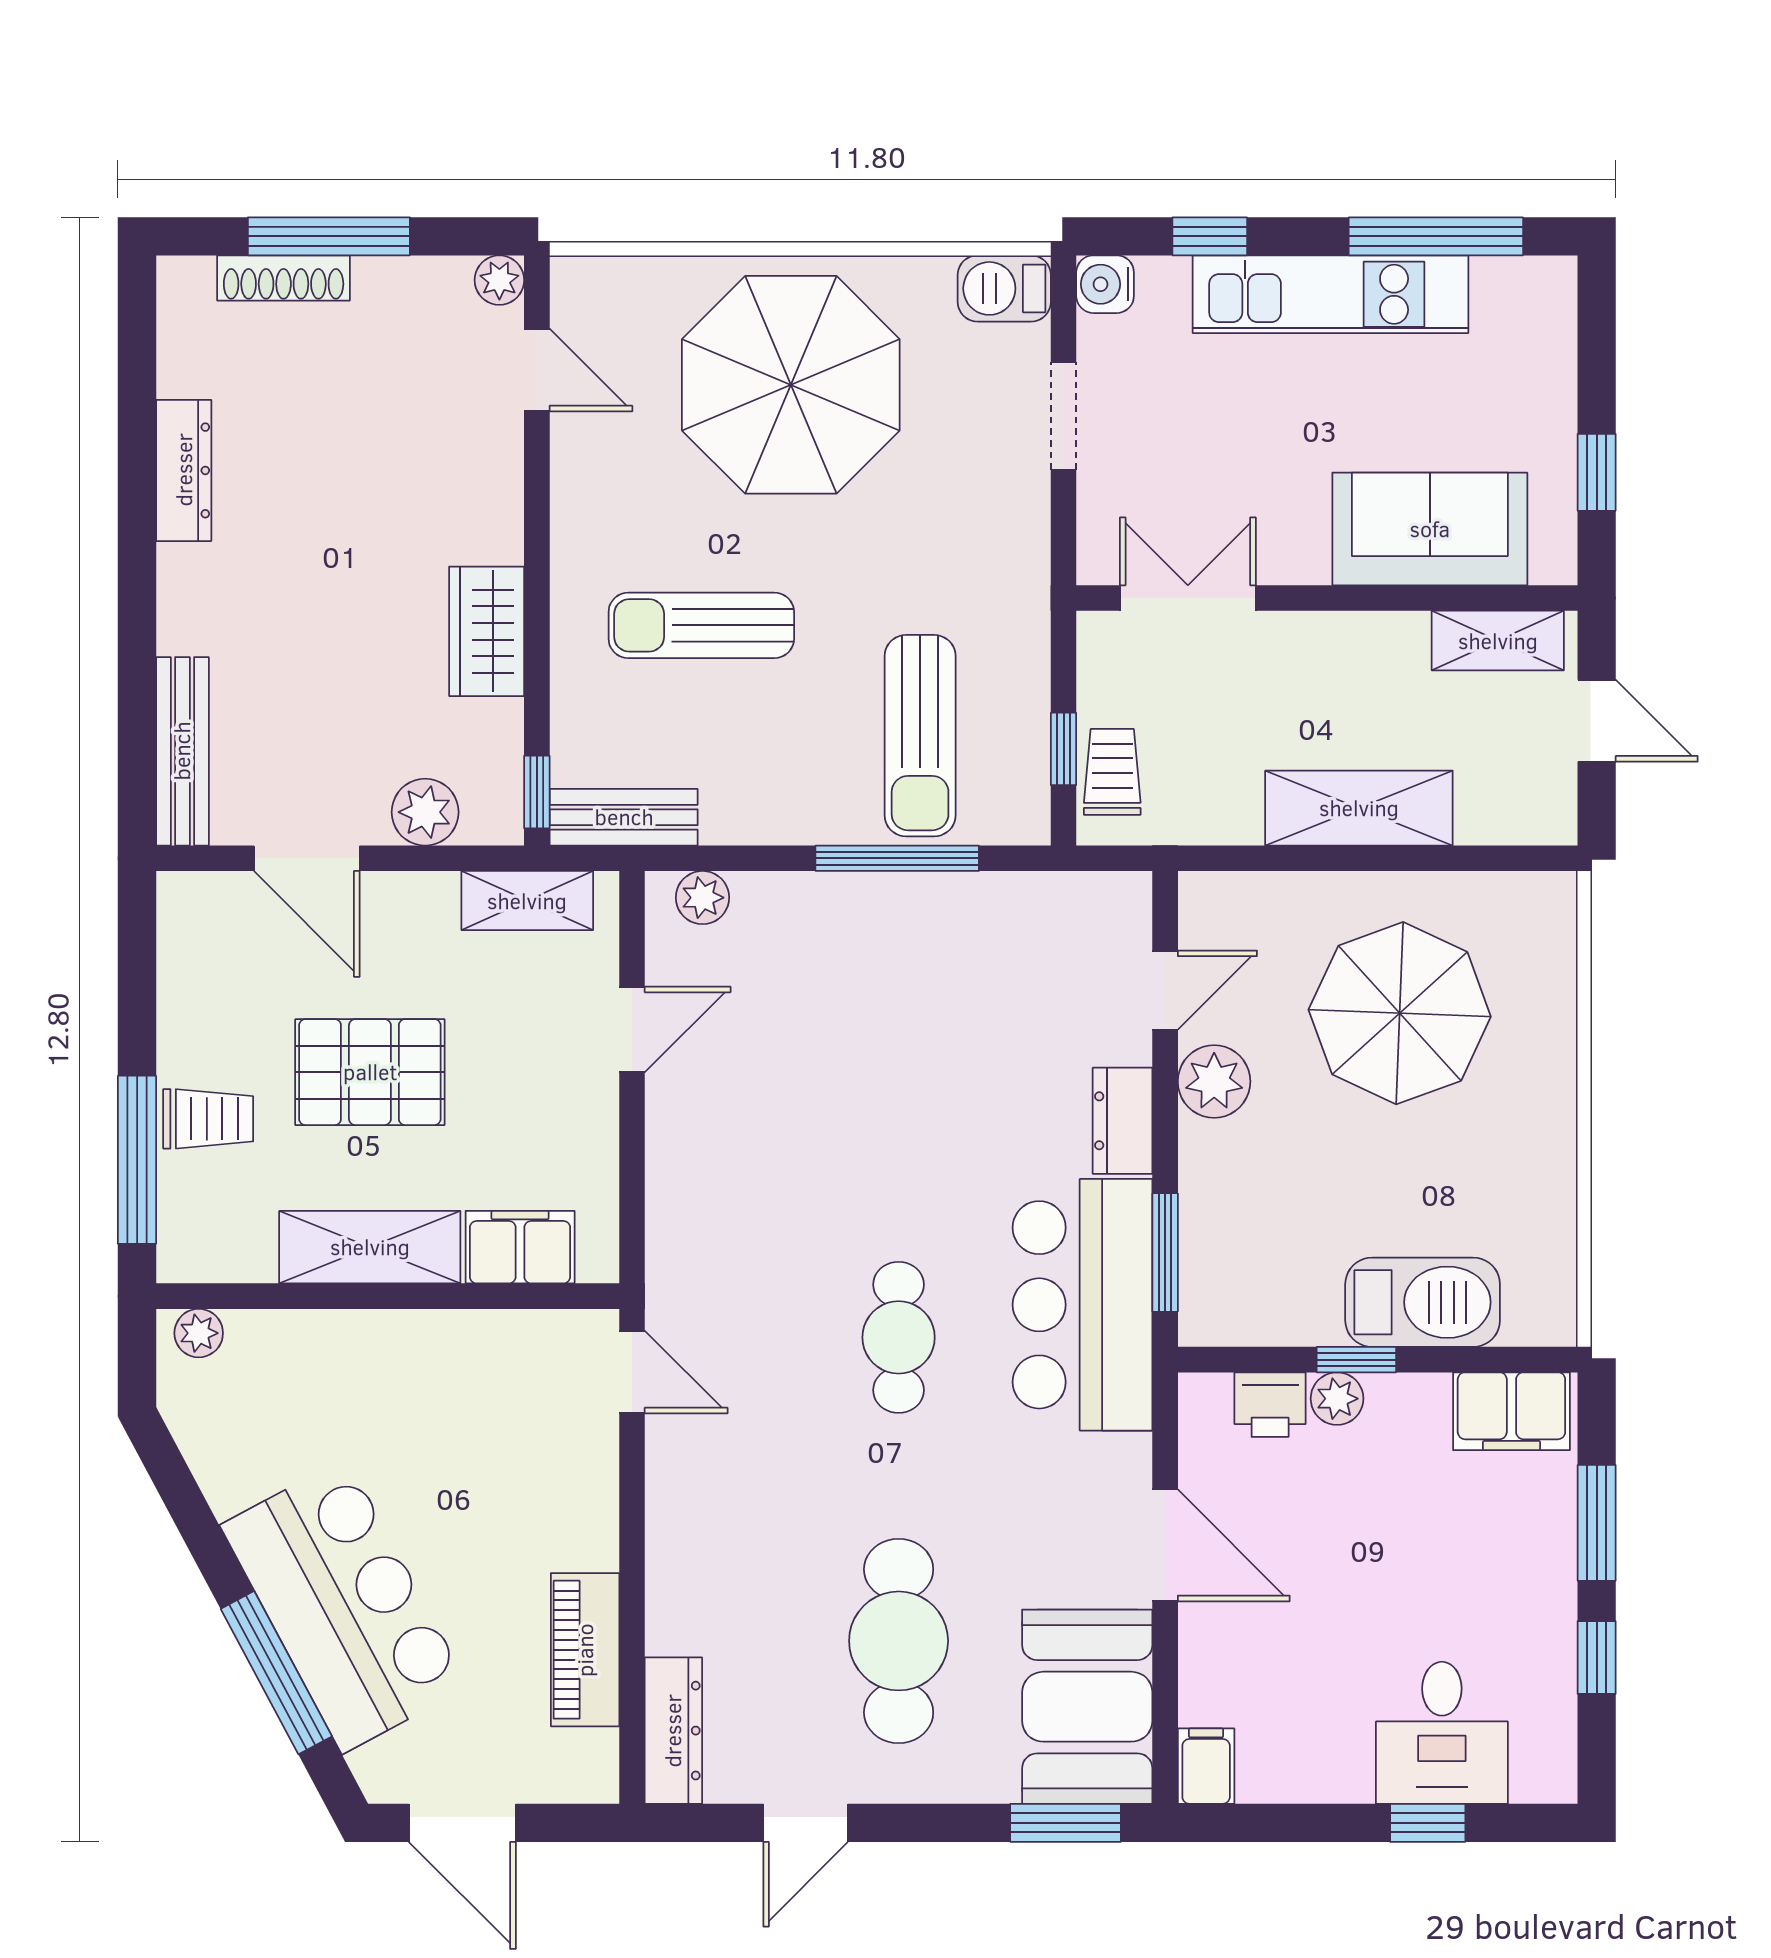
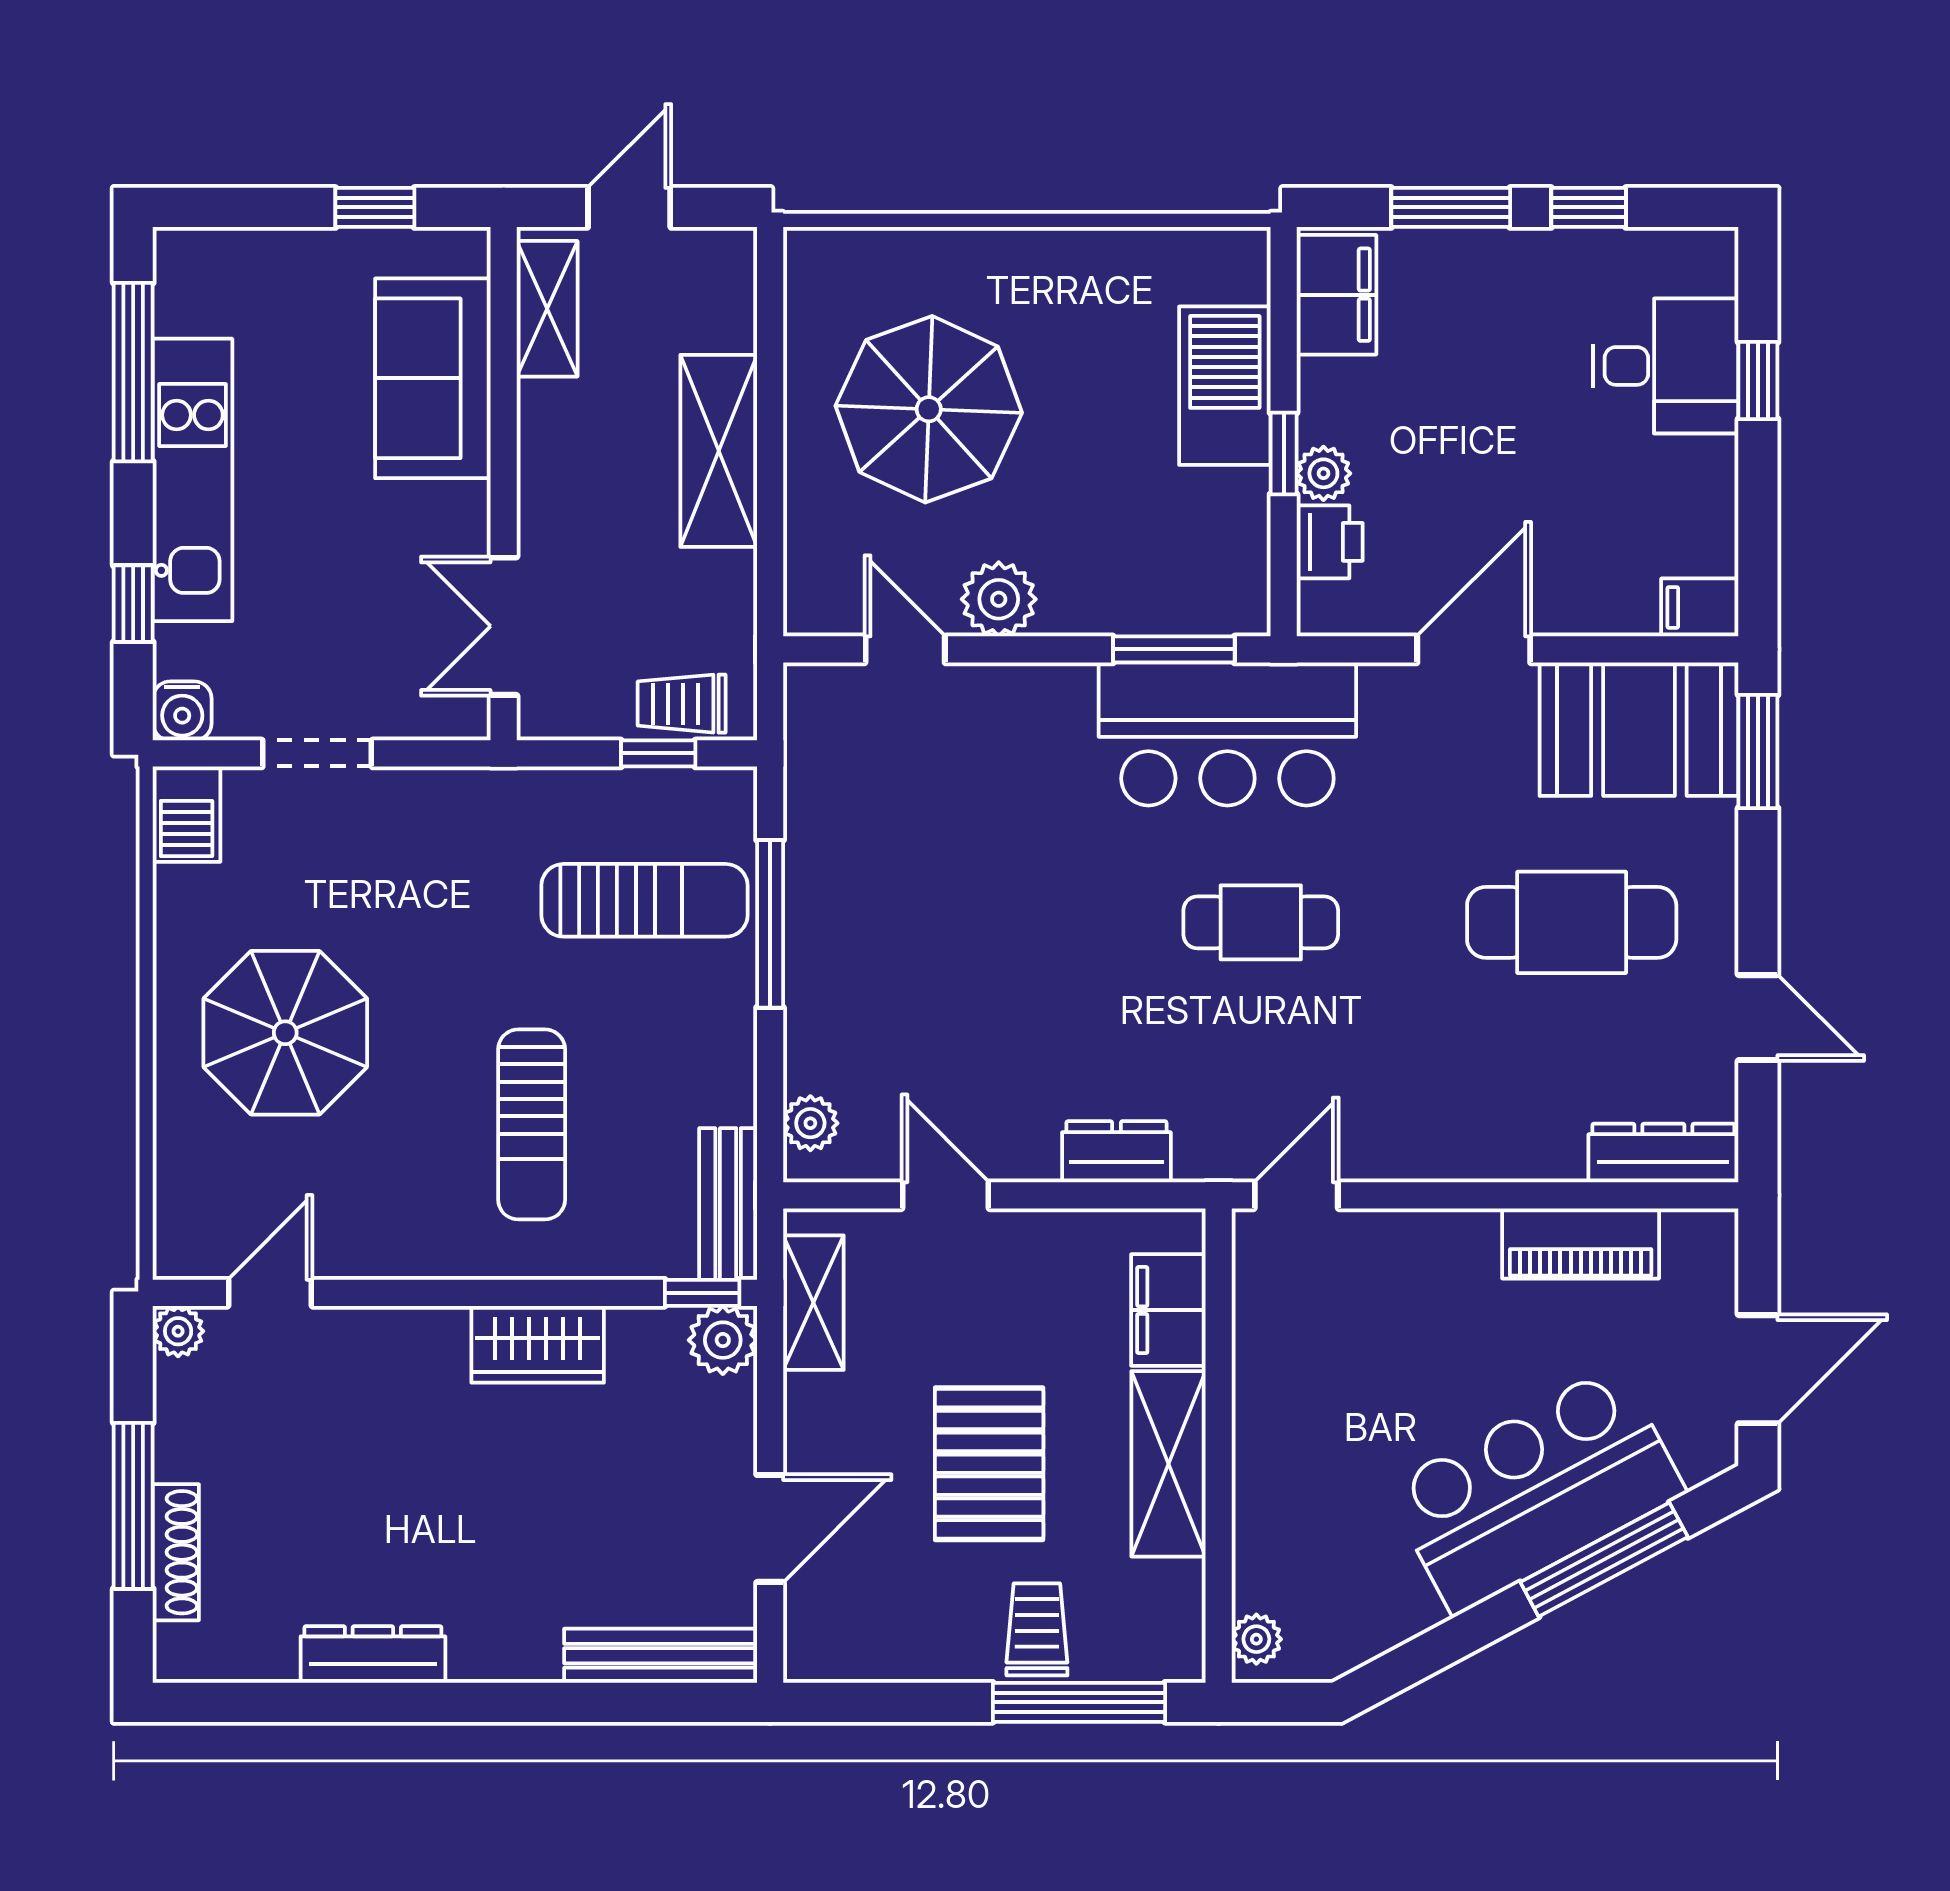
parasol: (791, 385) -> (285, 1033), width x0.73, depth x0.73
plant: (425, 812) -> (723, 1340), moved
dresser: (1123, 1121) -> (1116, 1152), moved, turned 180

